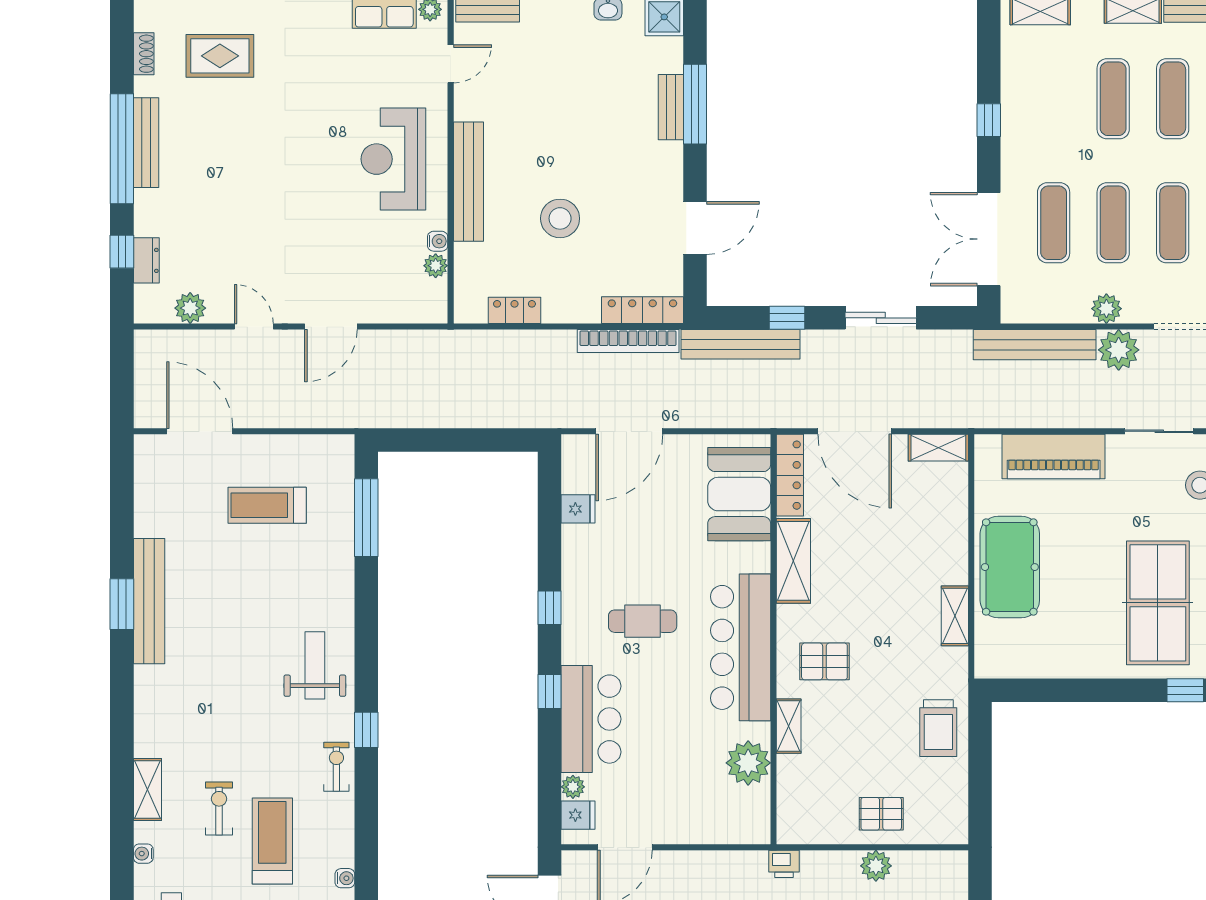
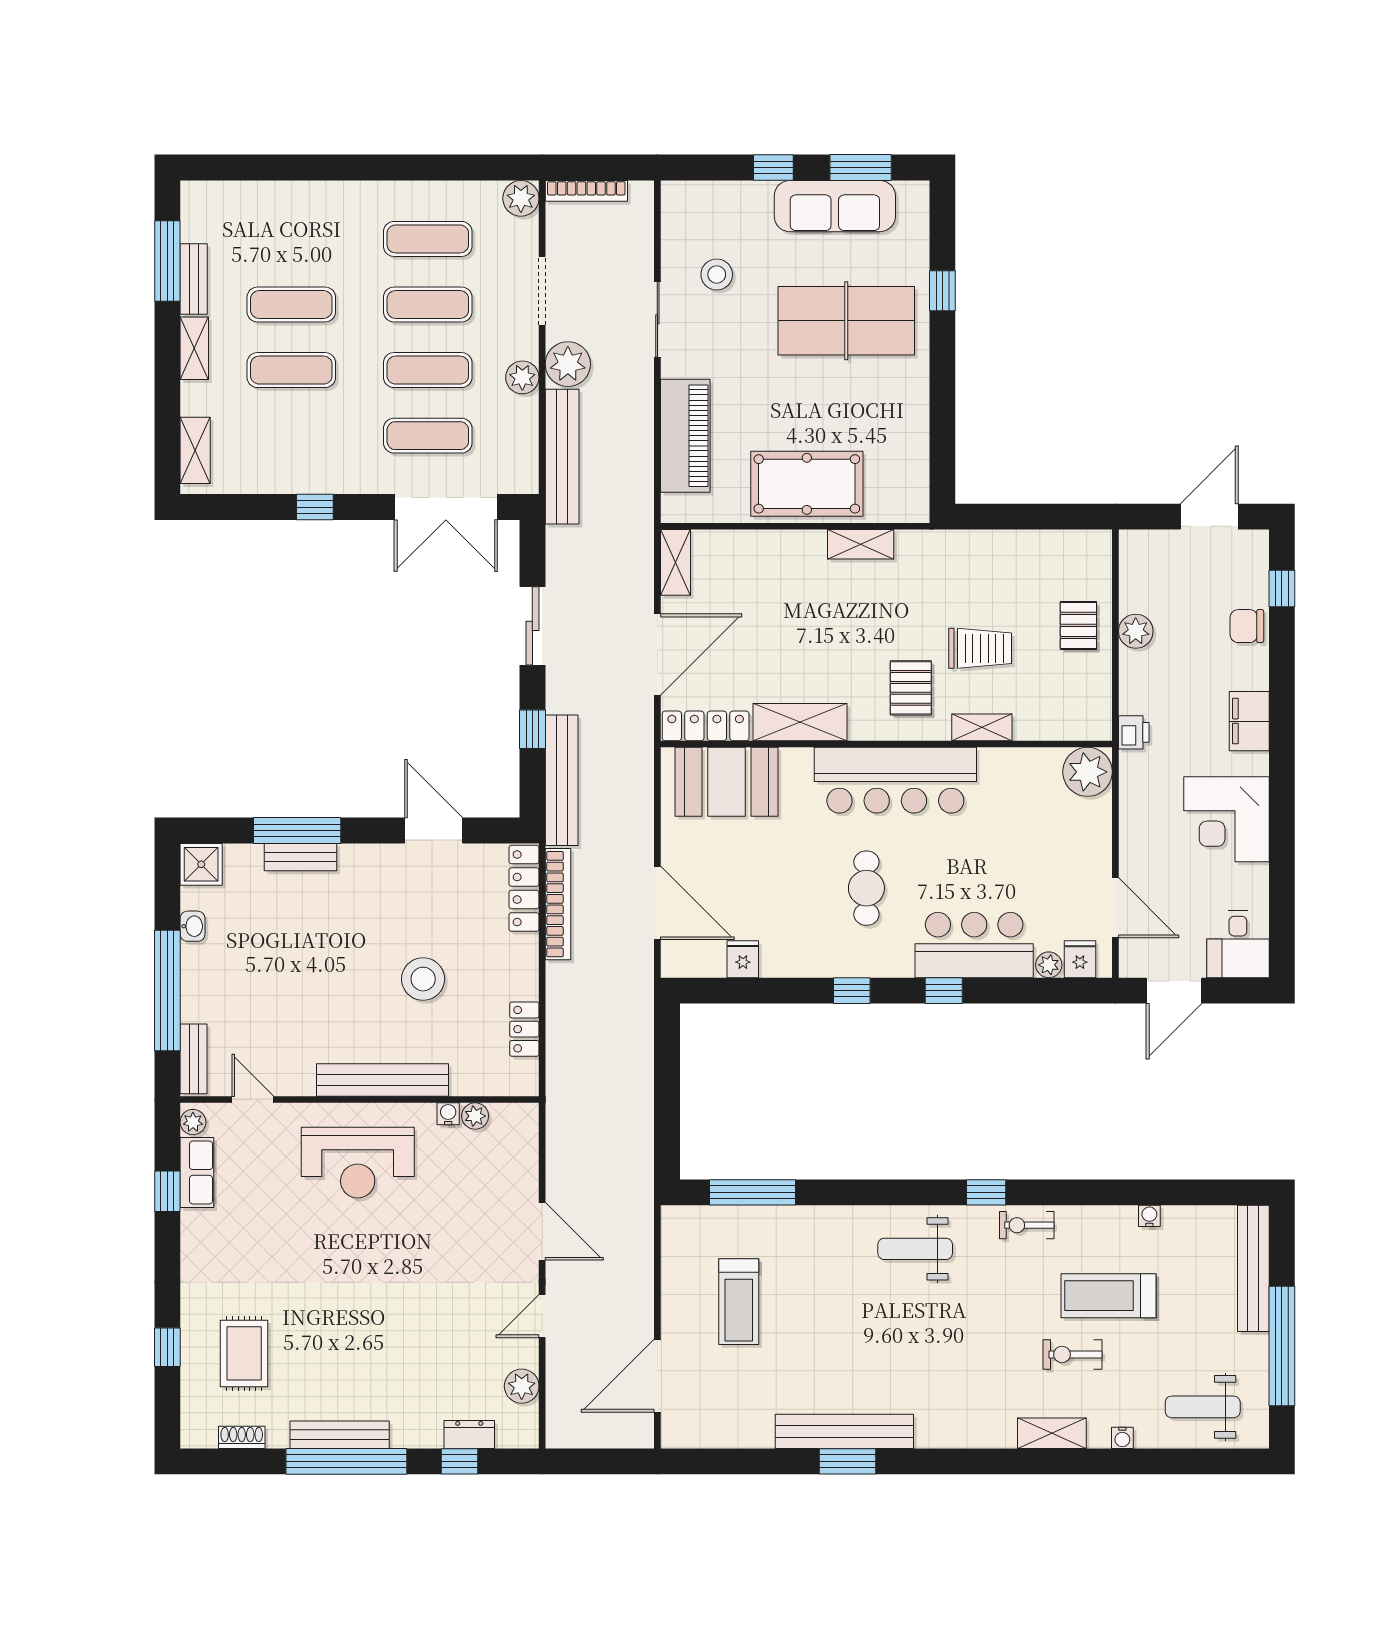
trolley: (938, 728) -> (980, 648), moved
plant: (748, 763) -> (1088, 772), moved

